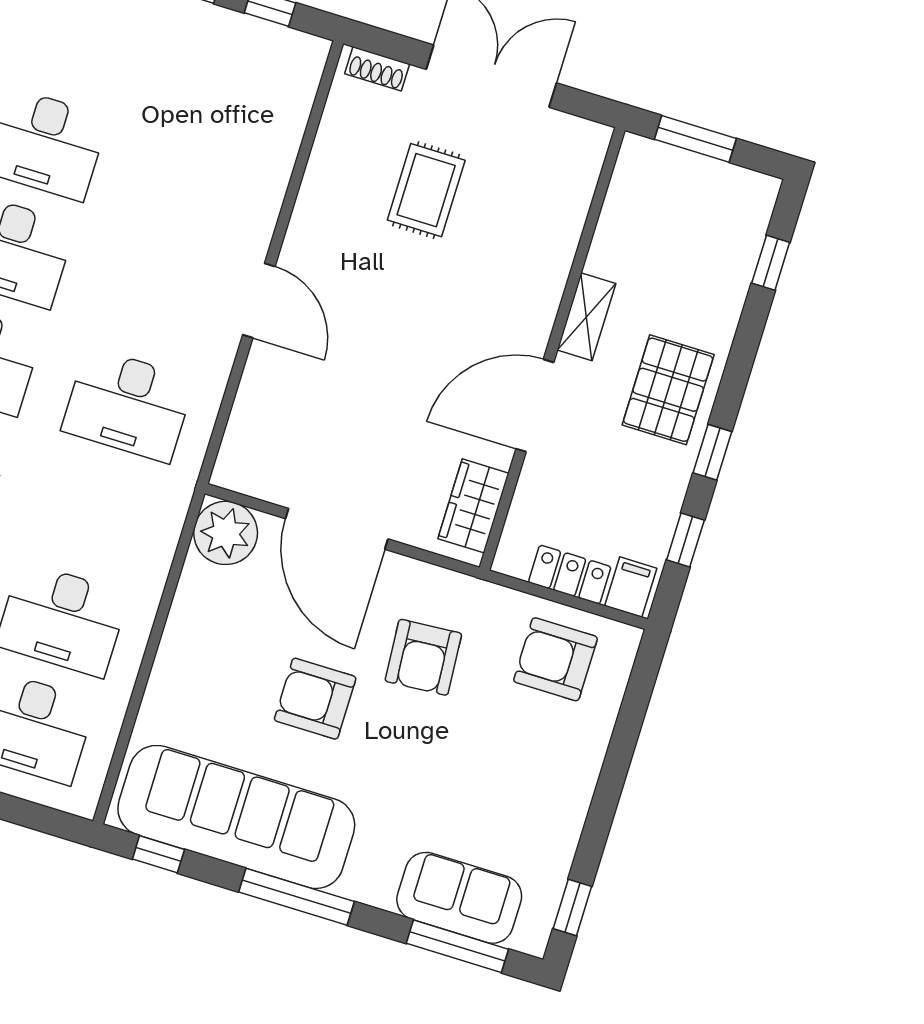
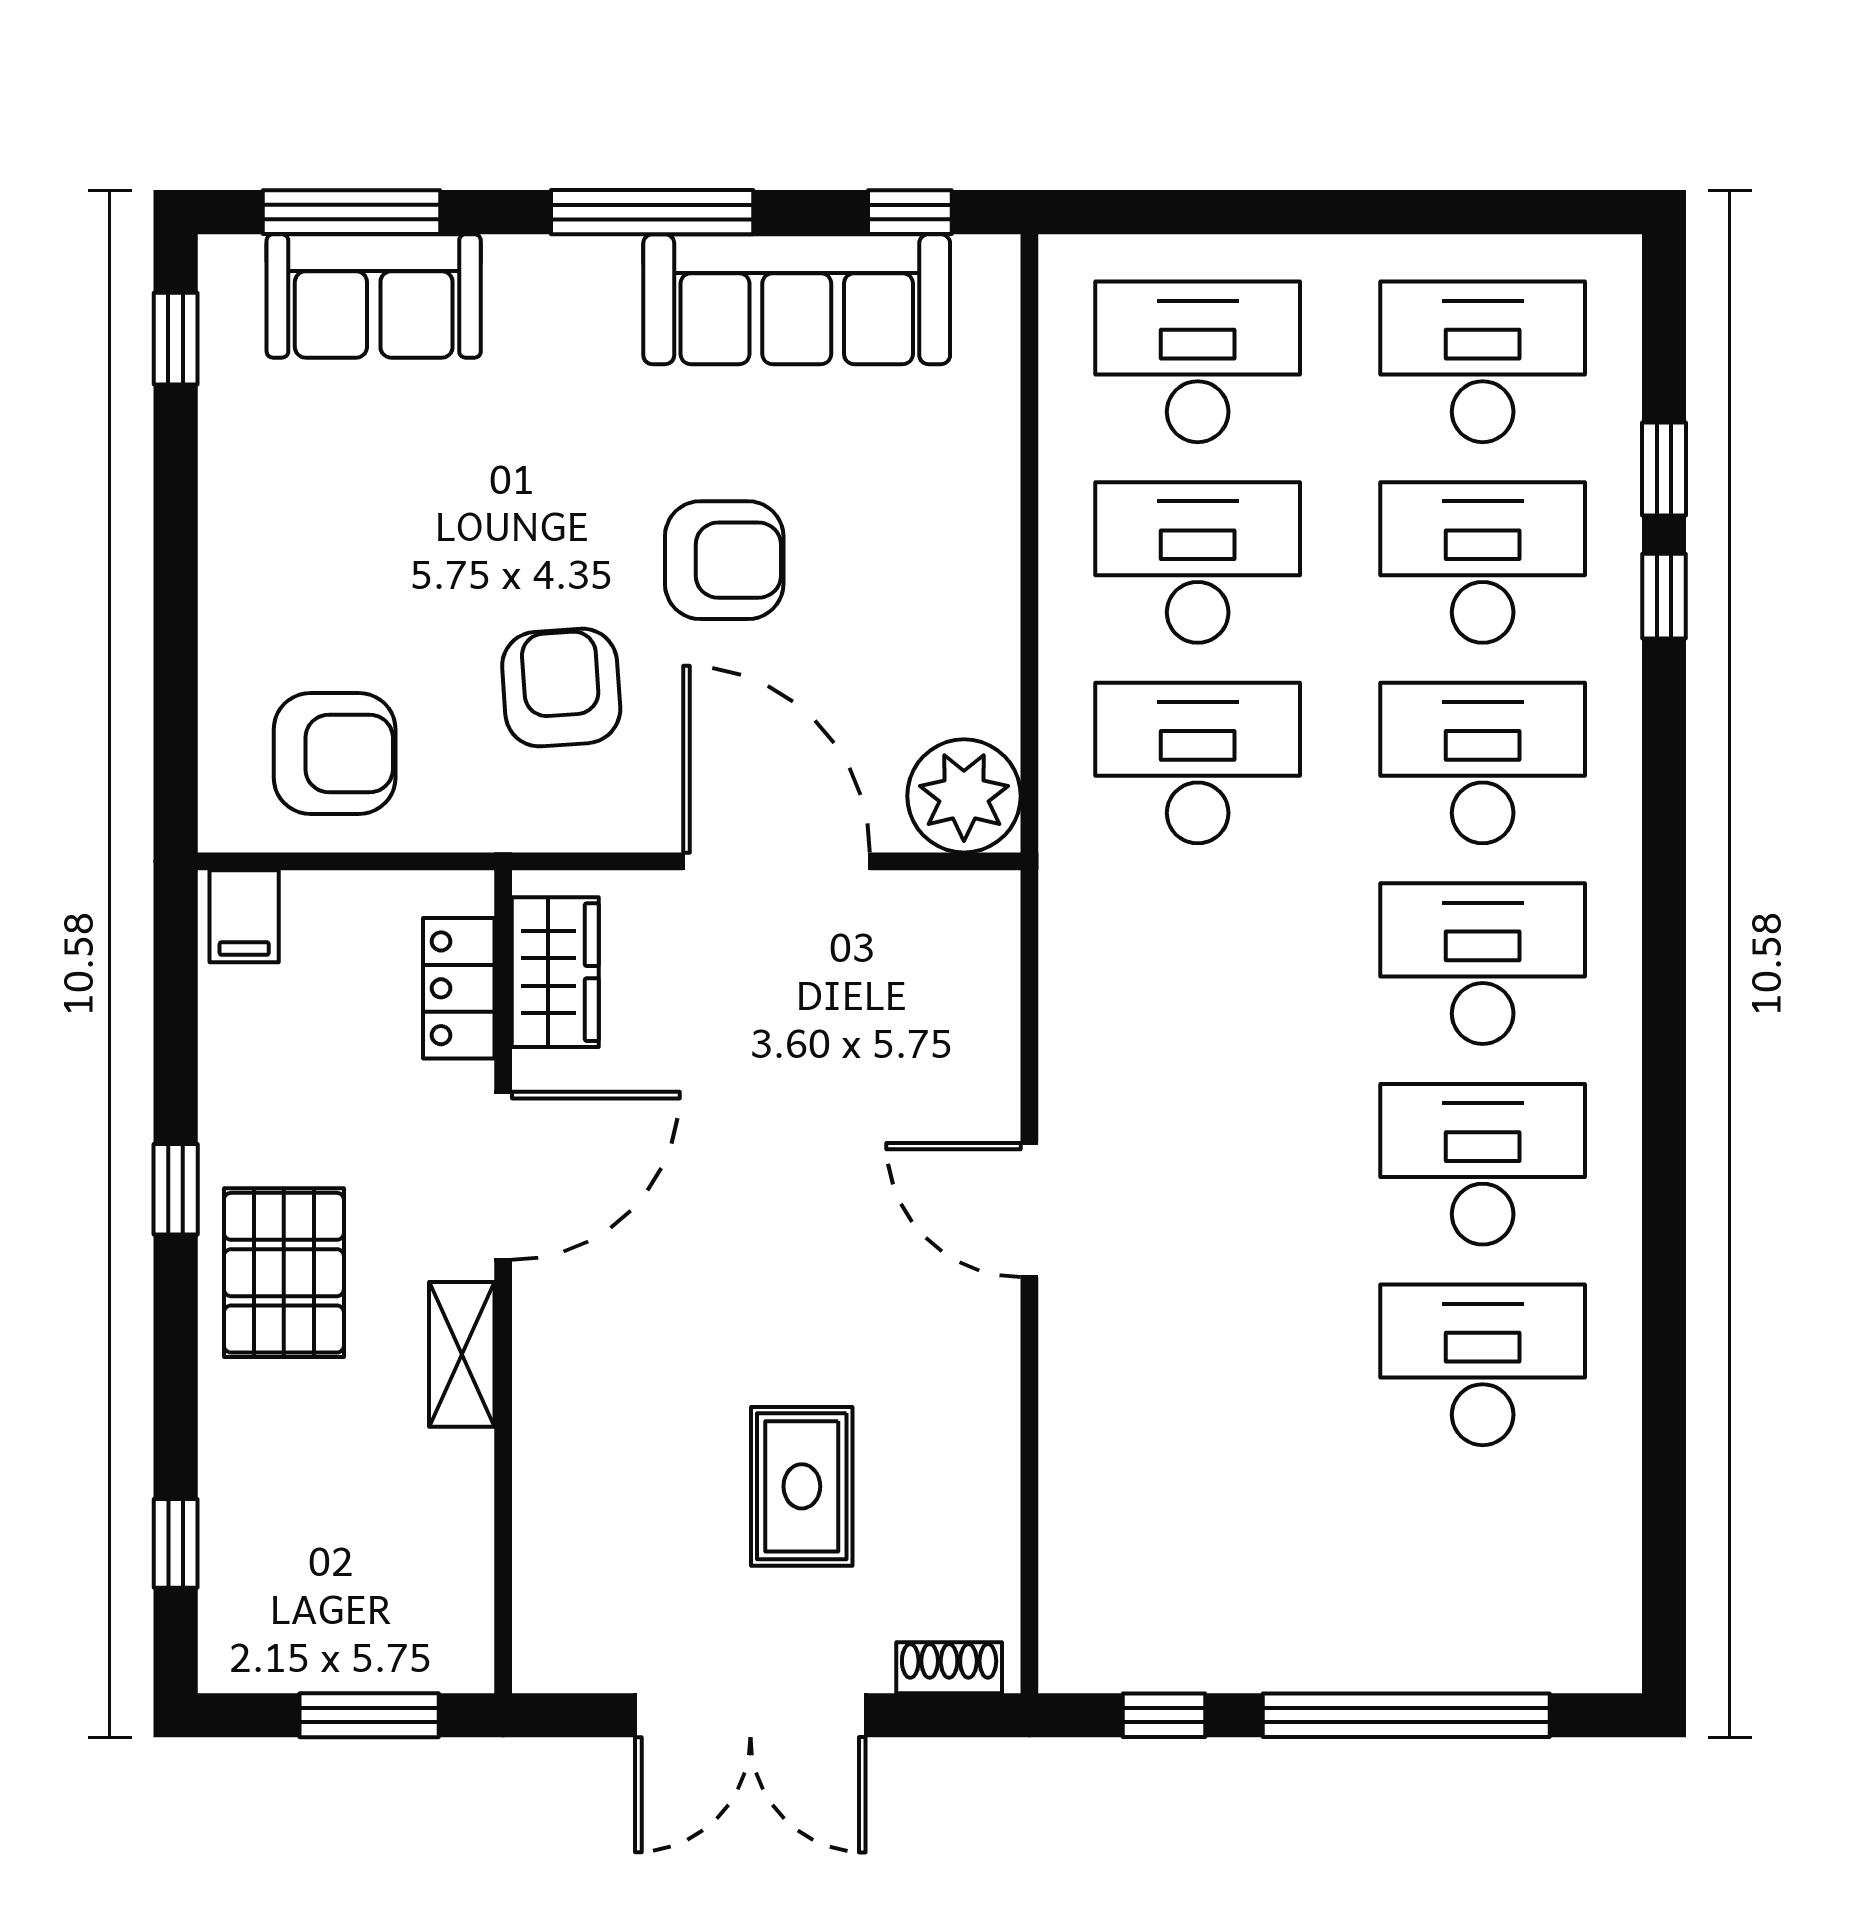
desk: (128, 405) -> (1198, 763), moved
window: (685, 540) -> (176, 1025), removed
locker: (570, 575) -> (459, 988), moved, turned 90
sofa: (236, 817) -> (797, 299), width x0.74, depth x0.79

